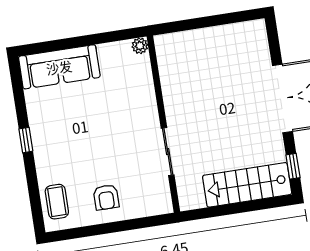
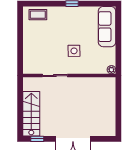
side table: (115, 122) -> (74, 51), added
armchair: (106, 197) -> (36, 40), removed

